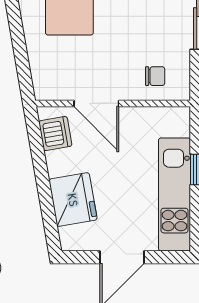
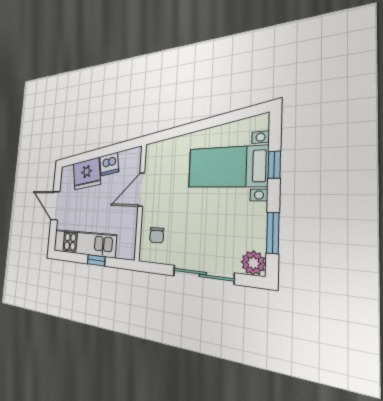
dishwasher: (55, 134) -> (109, 164), moved

